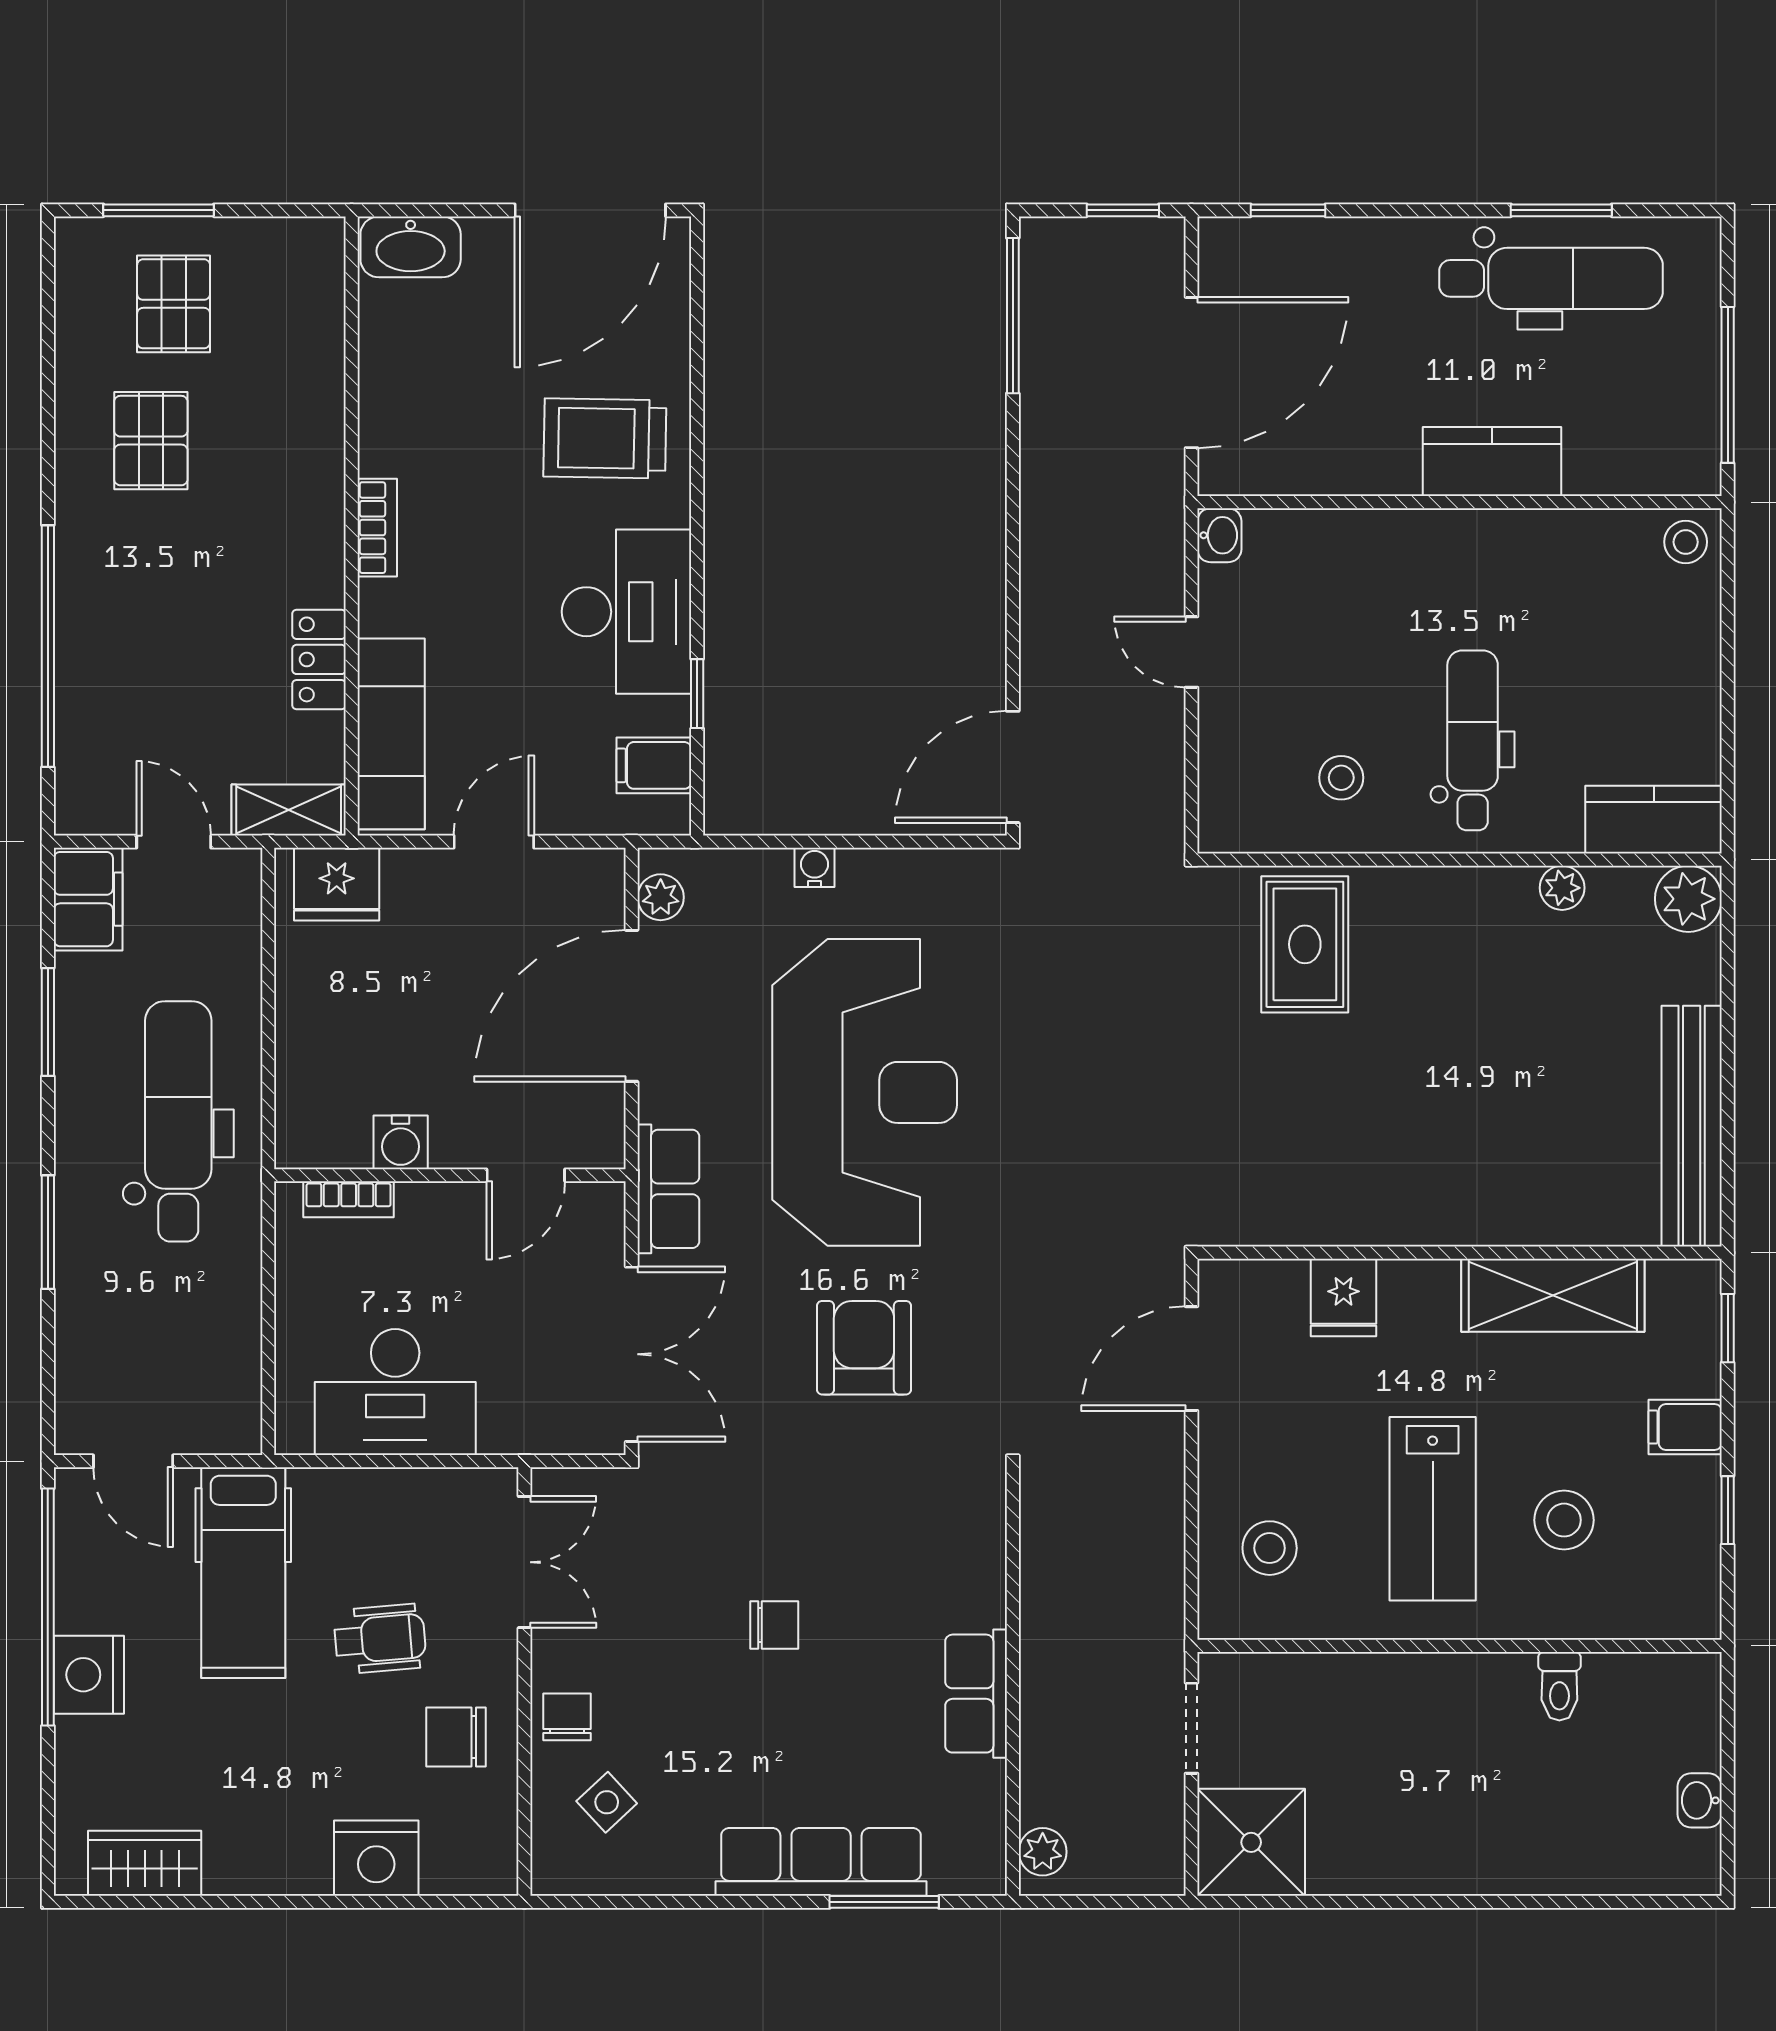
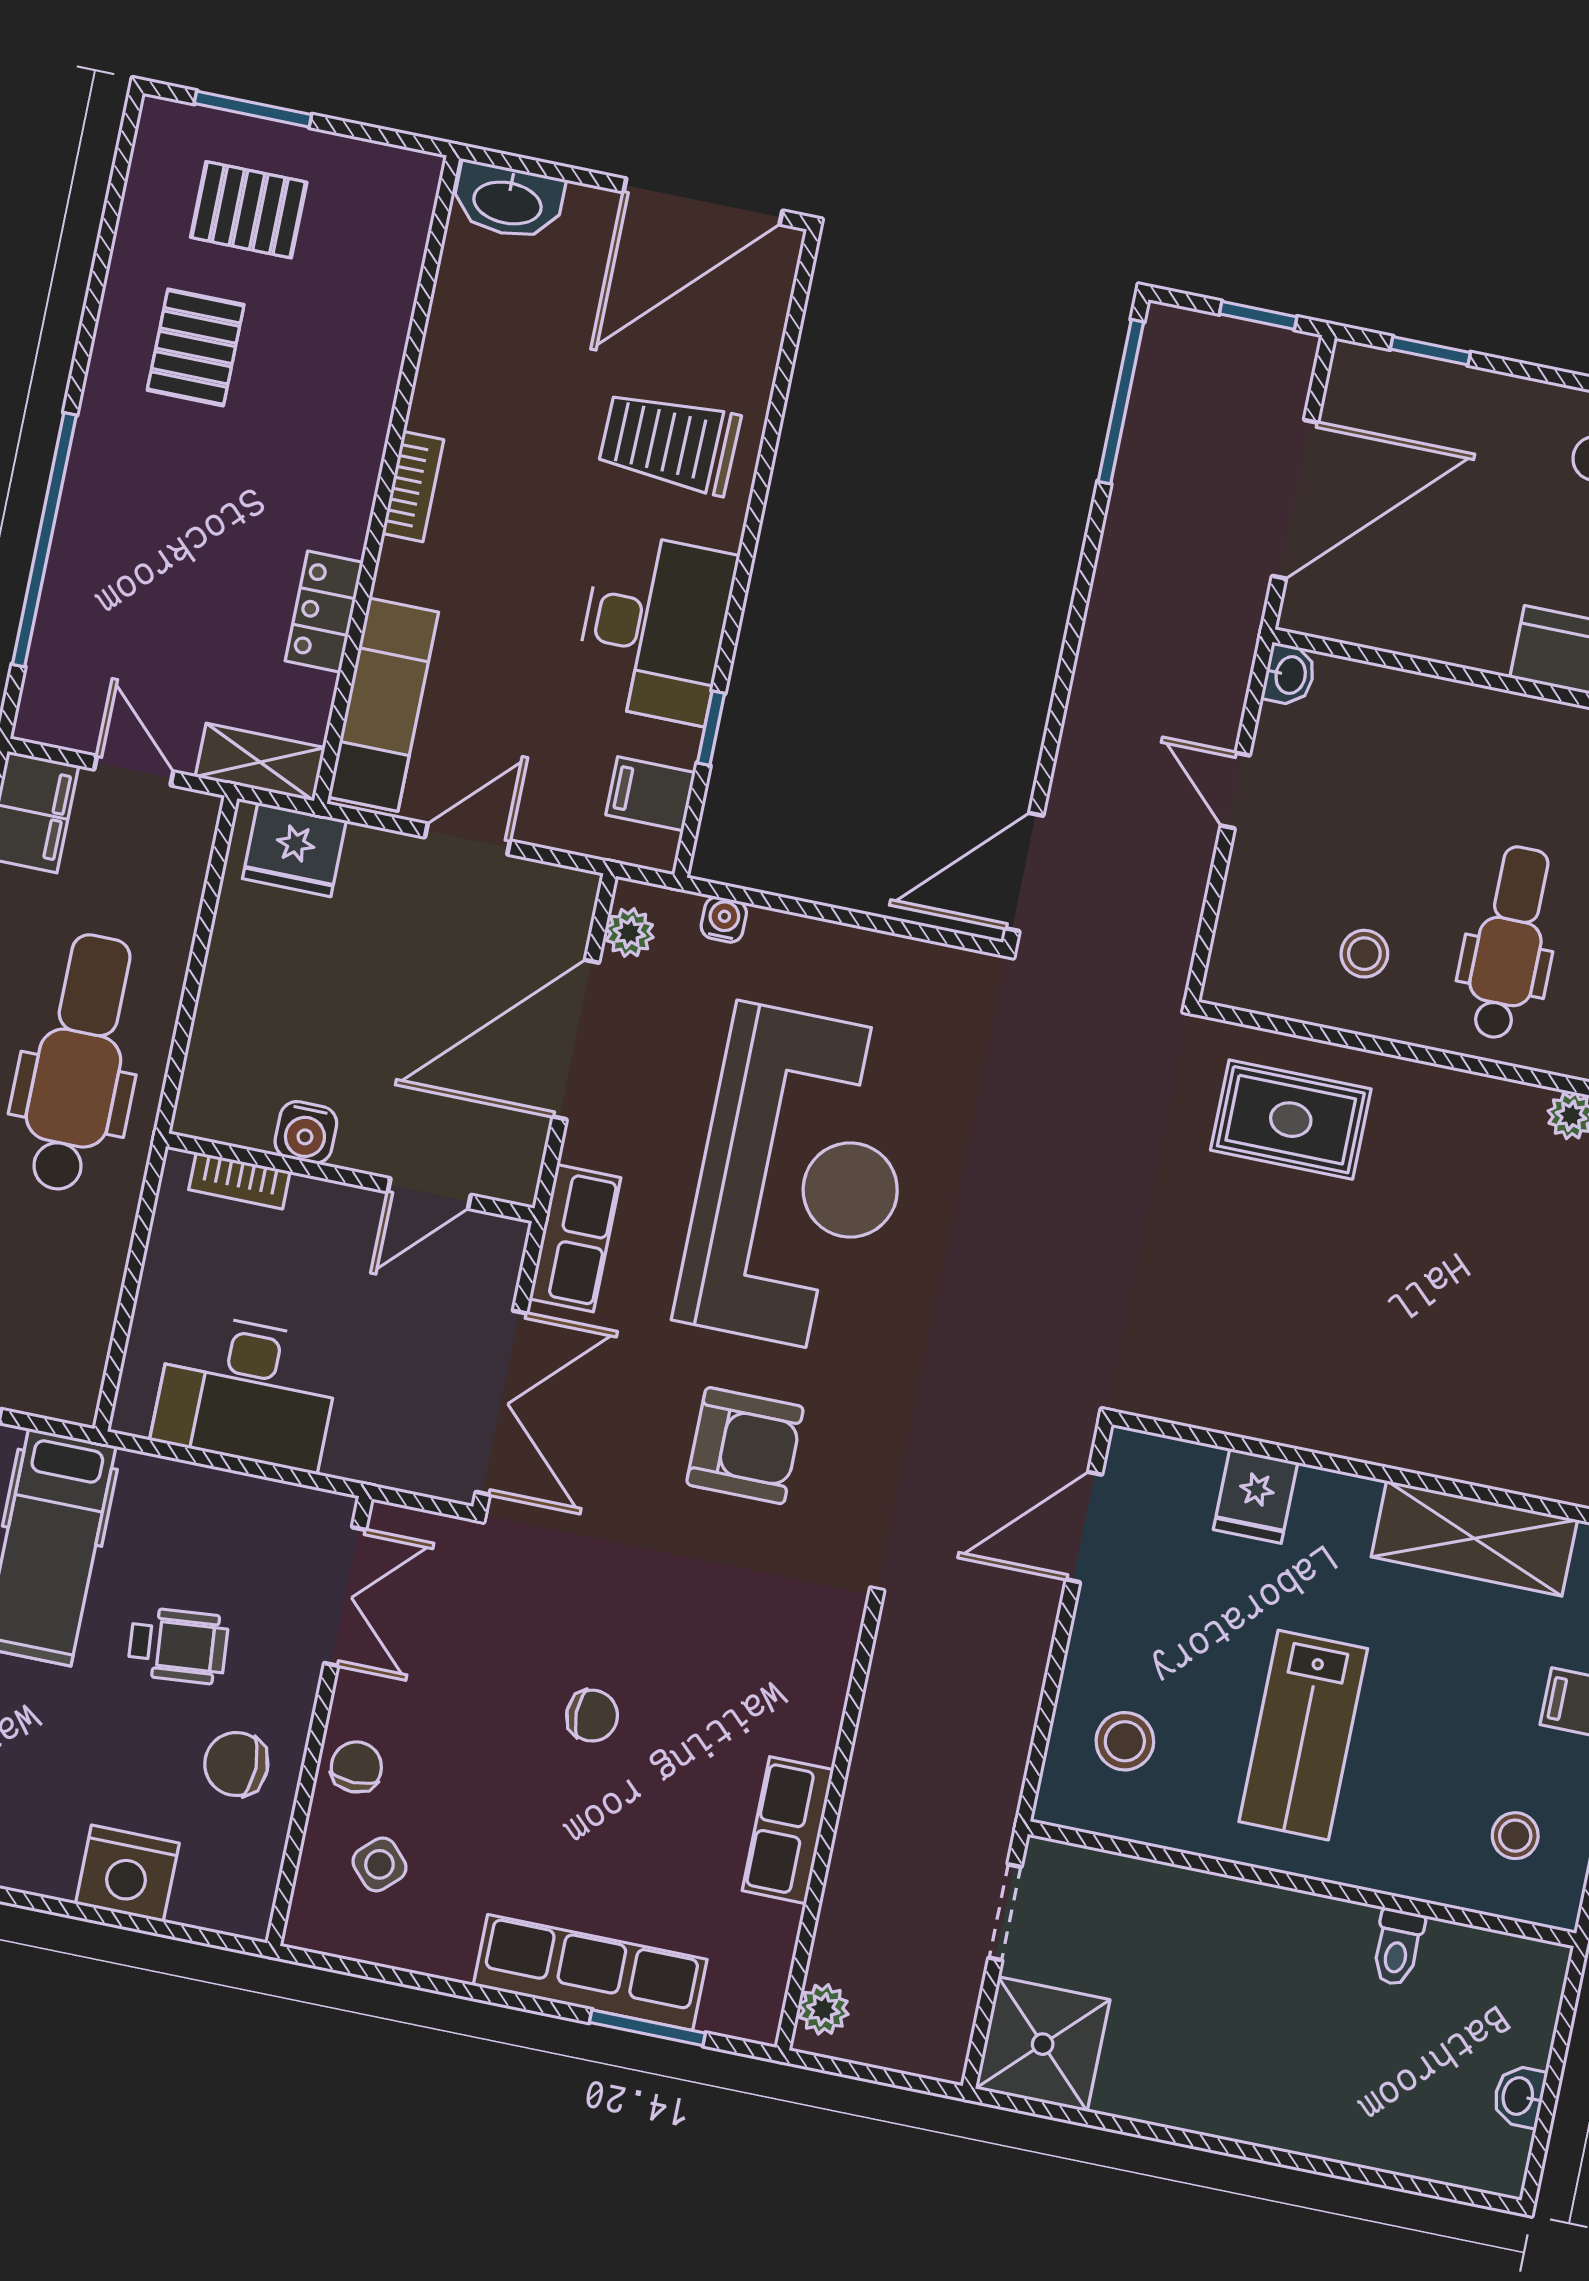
pallet: (174, 304) -> (249, 210), turned 90
water cooler: (815, 867) -> (724, 920), moved
rug: (1305, 944) -> (1291, 1120), turned 90
armchair: (864, 1348) -> (745, 1446), turned 90
stool: (1564, 1520) -> (1515, 1836), moved, width x0.73, depth x0.73

